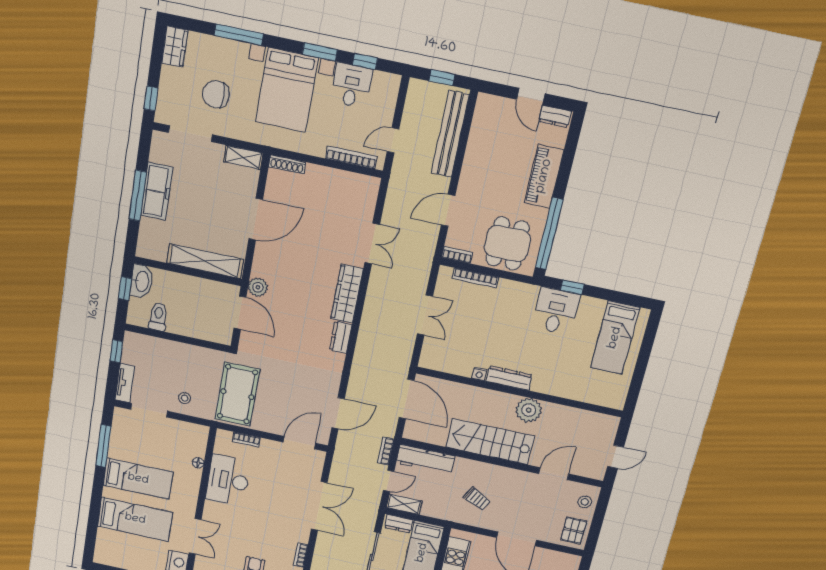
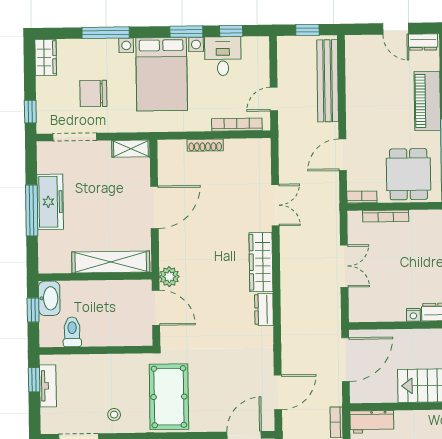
shoe rack: (287, 164) -> (205, 145), moved
tv unit: (125, 383) -> (48, 386), moved
door: (407, 399) -> (346, 360), hinge flipped
workbench: (426, 460) -> (372, 422), width x0.73

